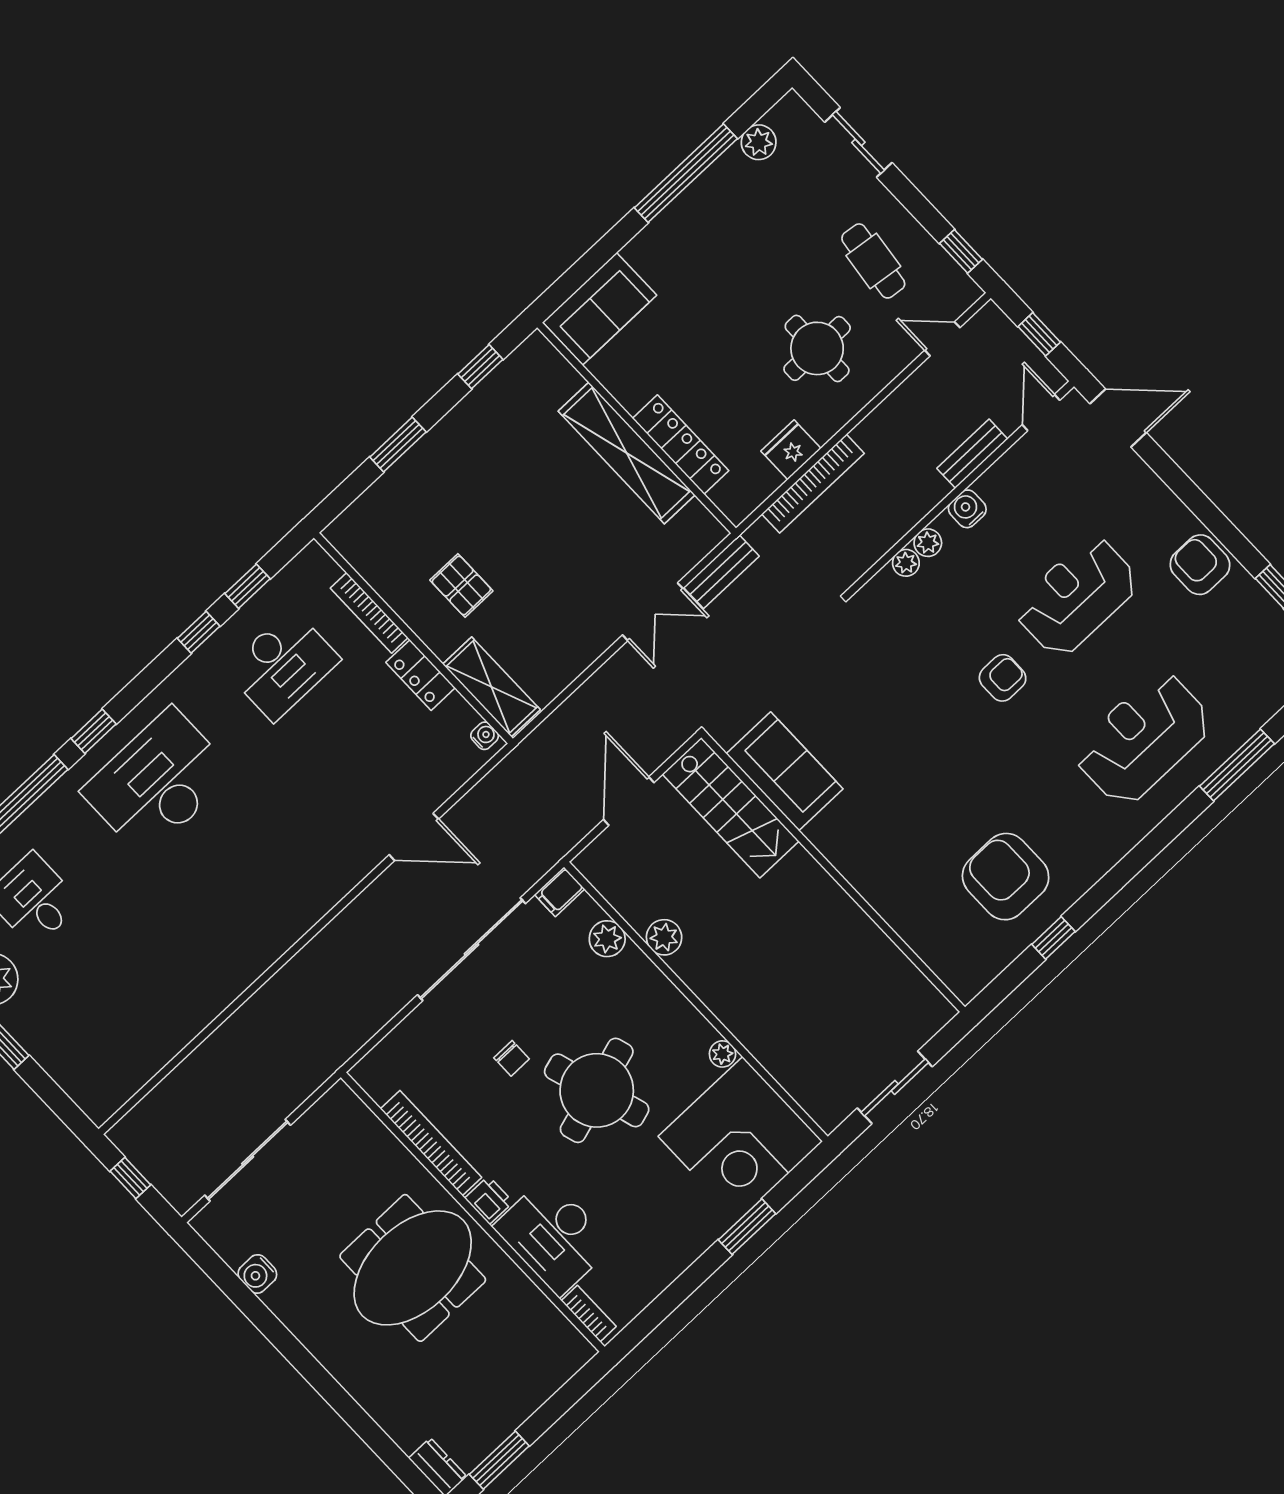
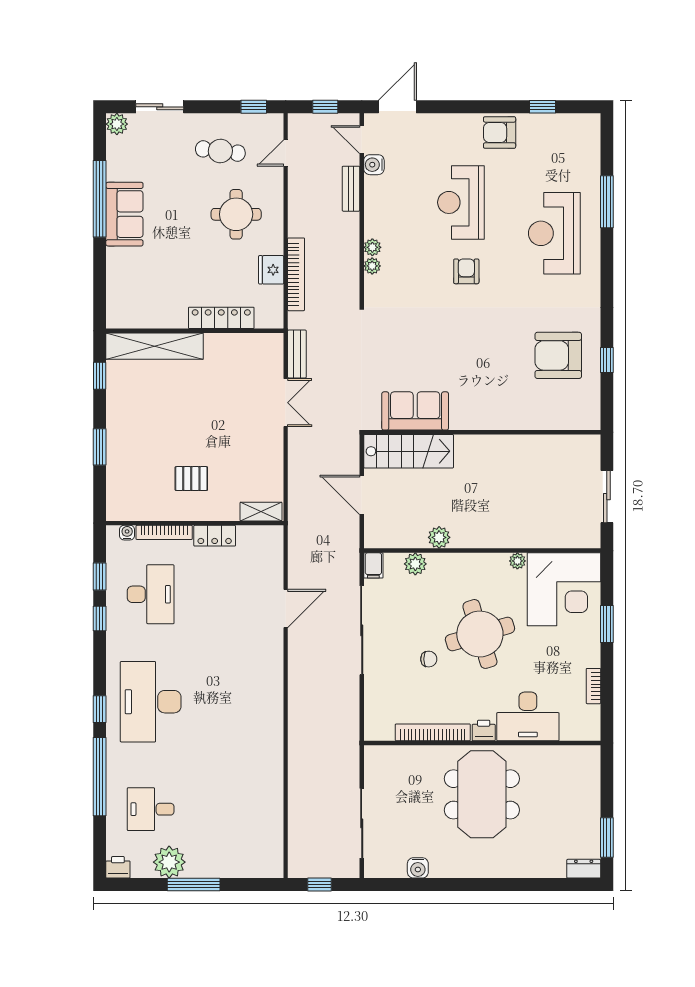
plant: (759, 142) -> (117, 124), moved
sofa: (600, 309) -> (124, 214), moved
shelving: (627, 453) -> (155, 346), moved
water cooler: (967, 509) -> (374, 165), moved
shelving: (491, 687) -> (261, 512), width x0.67, depth x0.75
water cooler: (485, 736) -> (127, 533), moved
bookcase: (589, 1314) -> (593, 686), moved, turned -90

